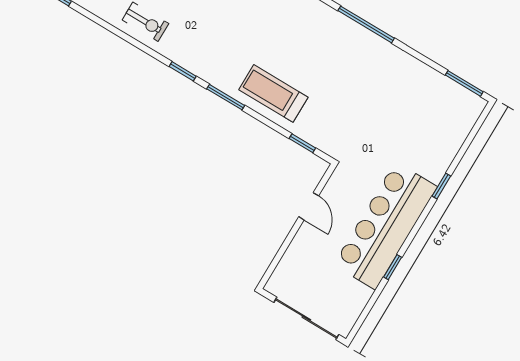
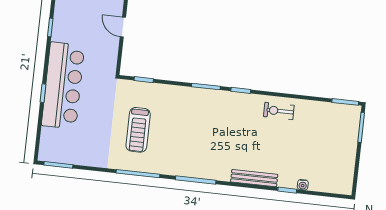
treadmill: (273, 93) -> (138, 130), moved, turned 90
door: (309, 206) -> (123, 27), moved
bar counter: (386, 226) -> (63, 85), moved

